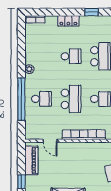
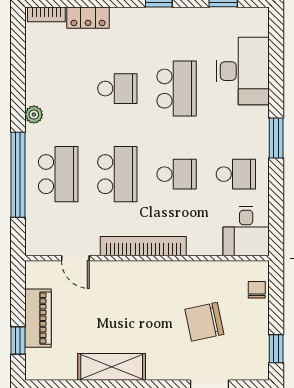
locker: (68, 21) -> (88, 18), moved
school desk: (41, 99) -> (58, 174), width x1.85
piano: (31, 160) -> (38, 318), moved

